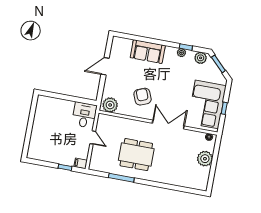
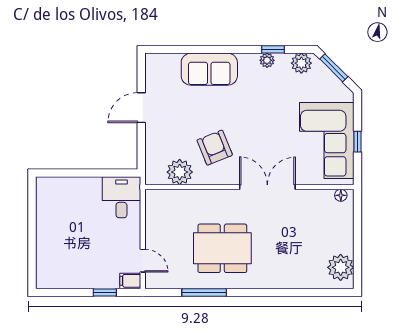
plant: (110, 105) -> (180, 172), moved
door: (93, 137) -> (143, 261), moved
plant: (205, 159) -> (341, 267), moved

